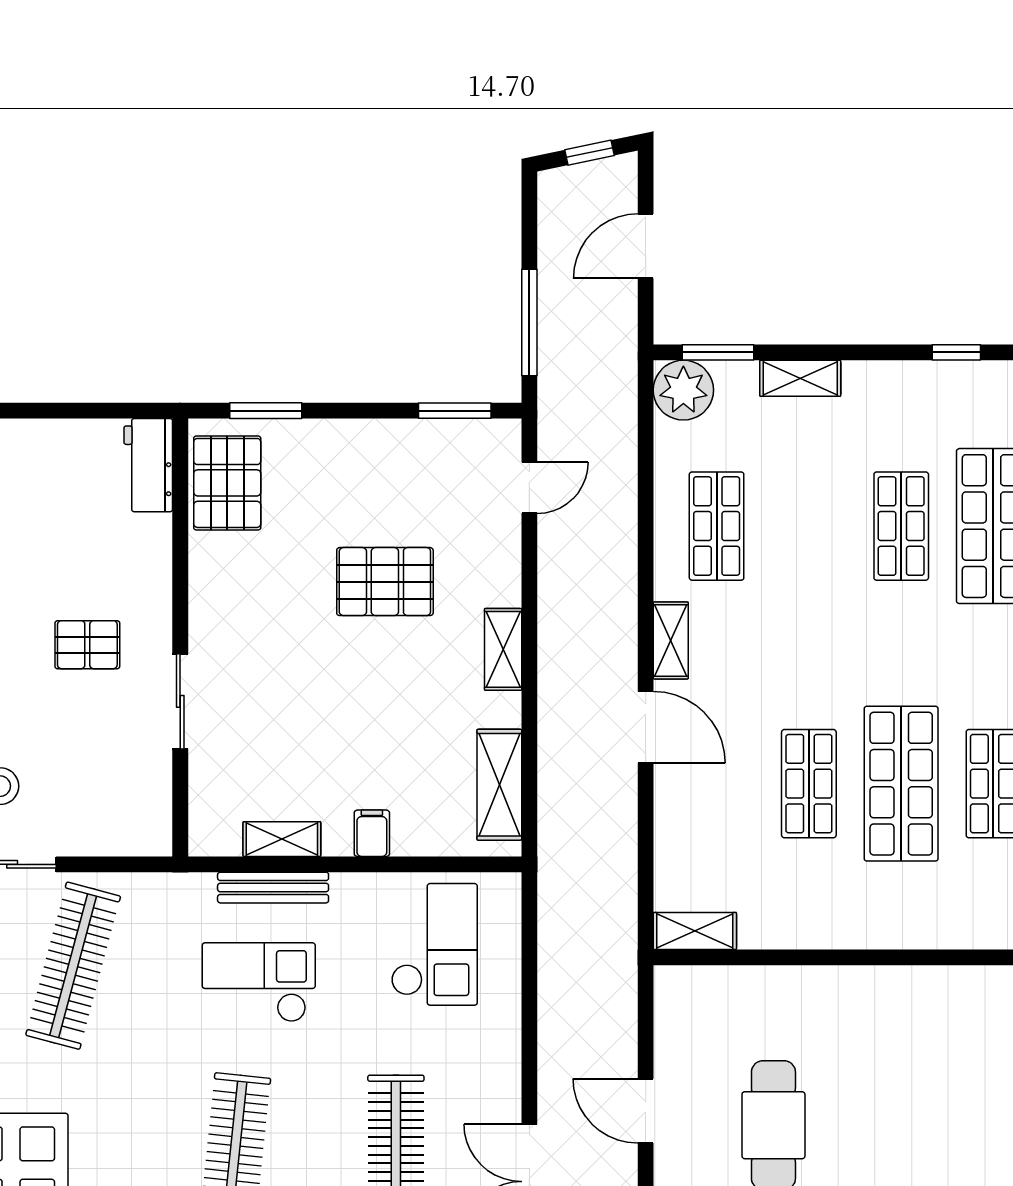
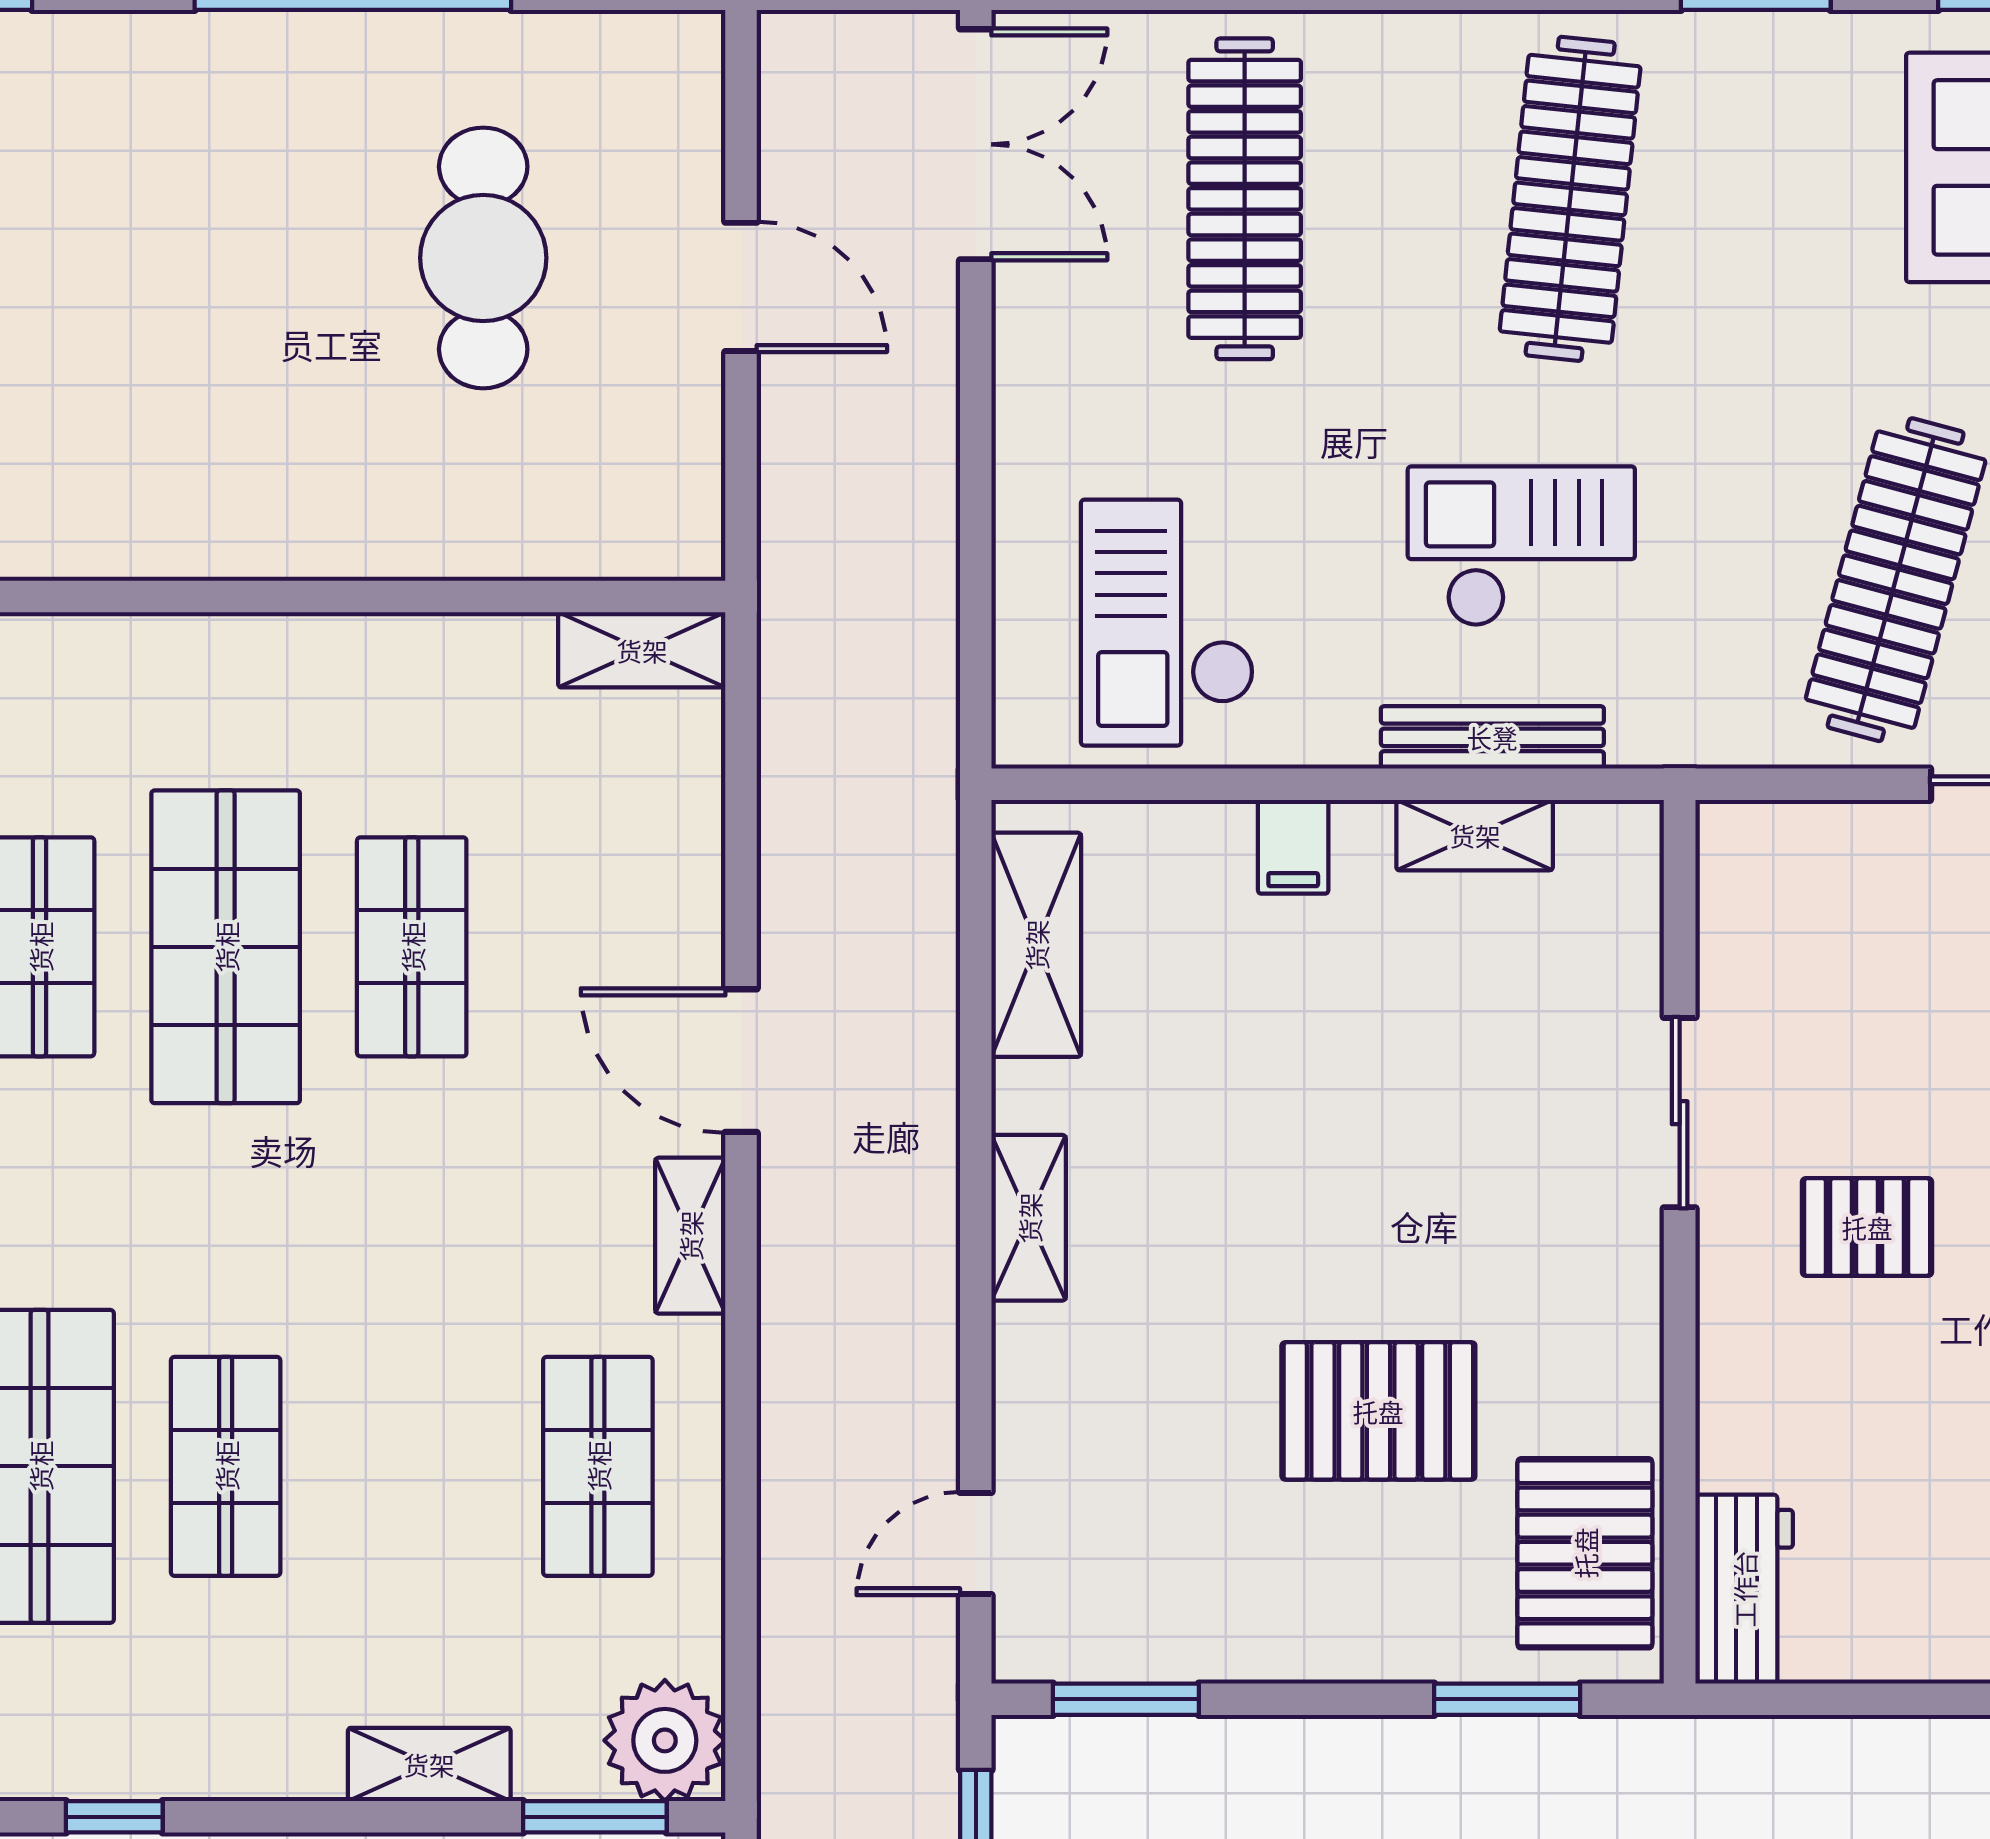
pallet: (385, 582) -> (1378, 1411), moved
checkout: (259, 982) -> (1521, 546), turned 180

